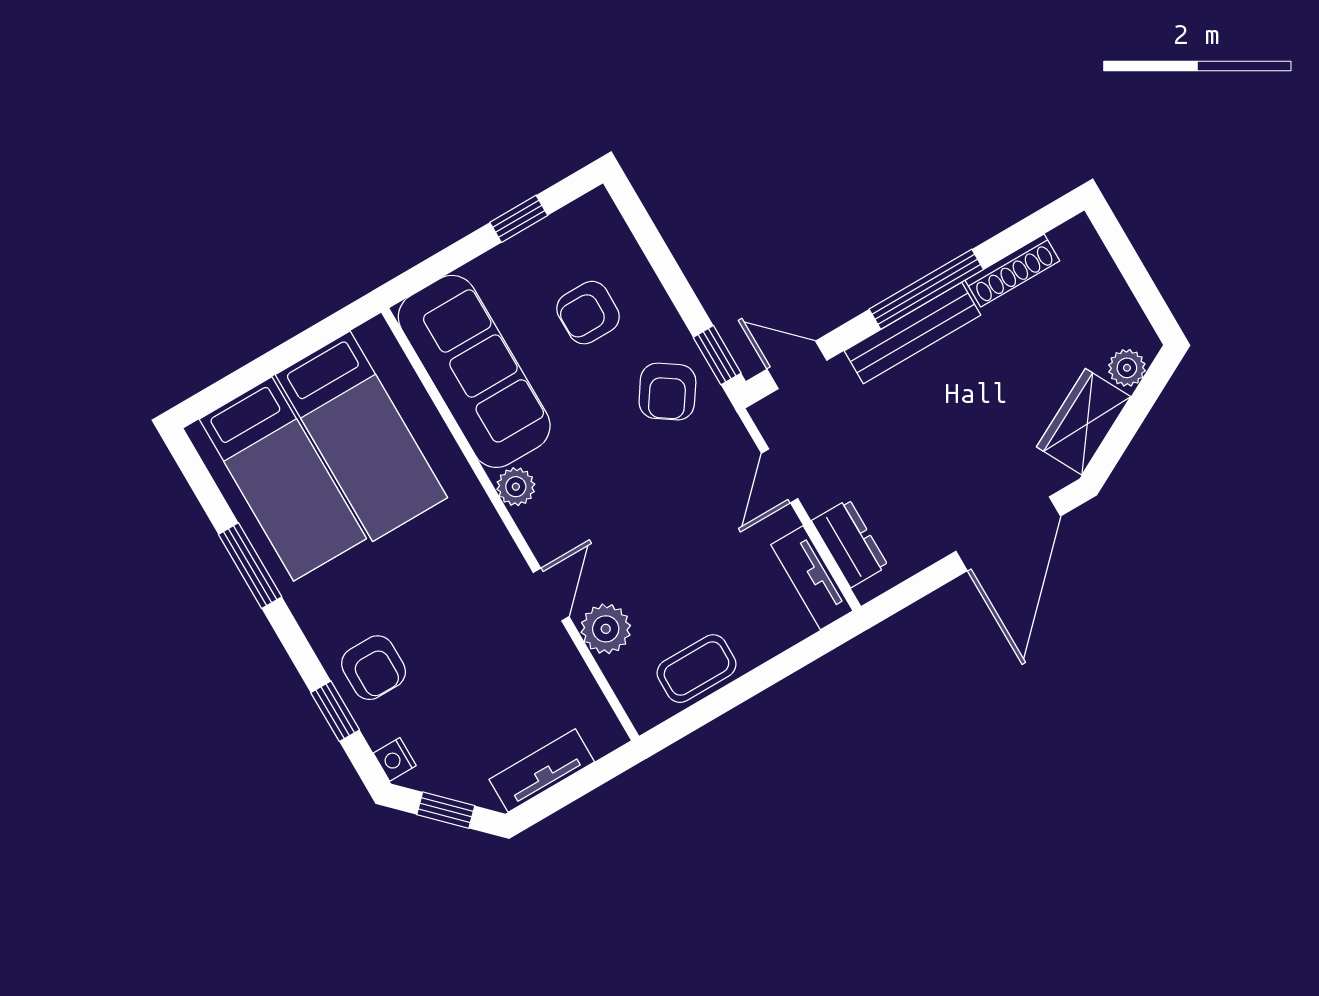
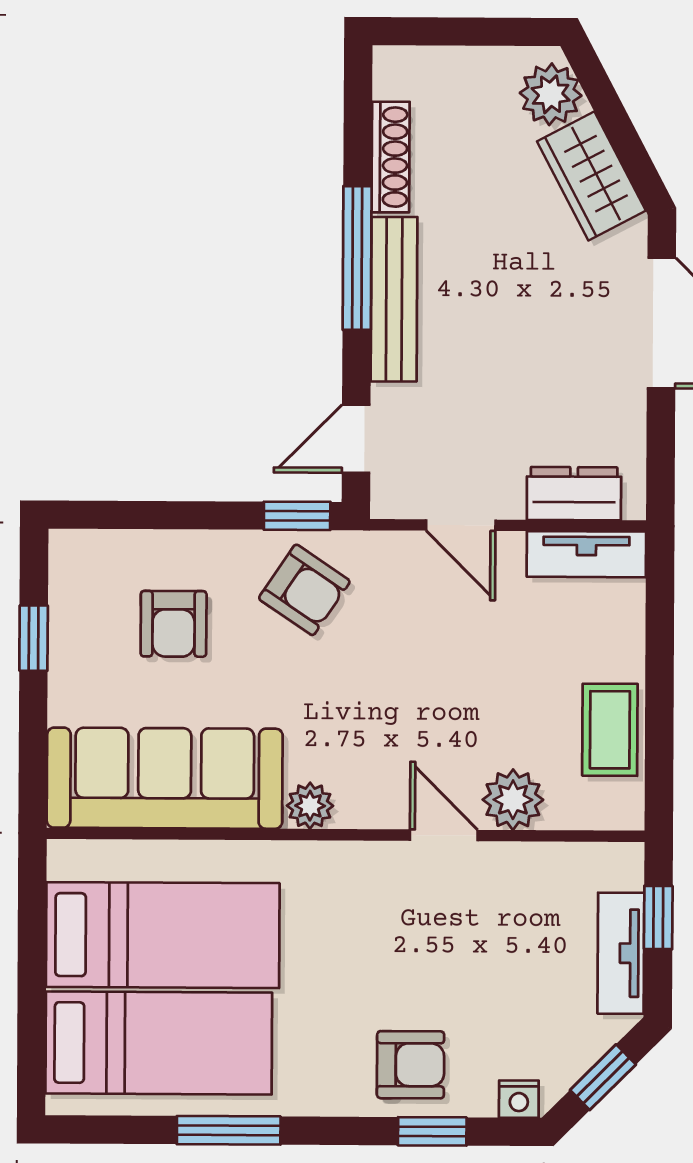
plant: (1127, 368) -> (551, 94), width x1.38, depth x1.38
window: (583, 782) -> (658, 917), added

